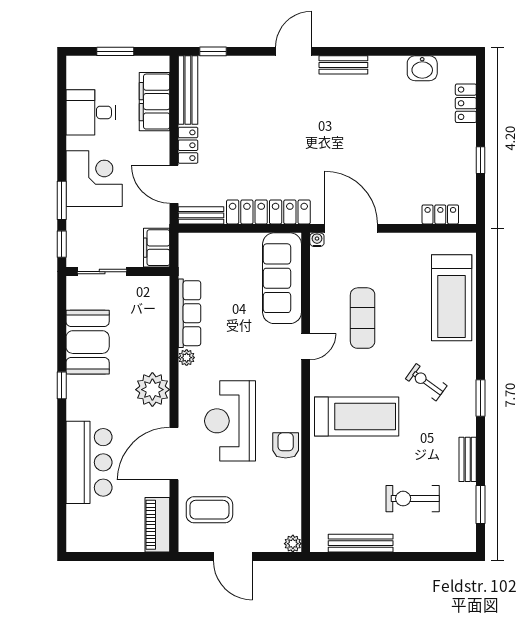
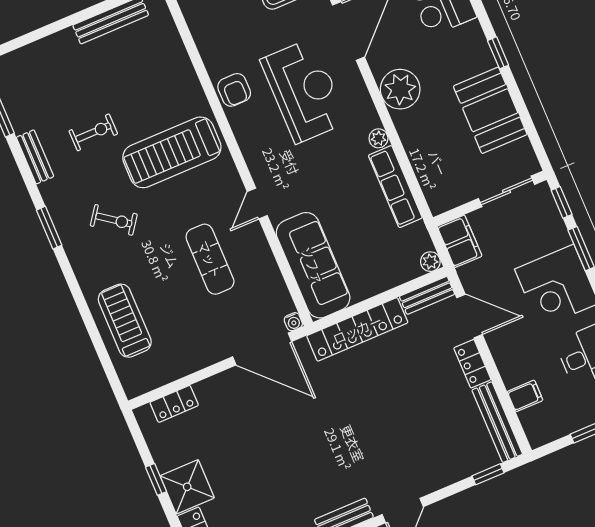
filing cabinet: (155, 102) -> (525, 396), width x0.33, depth x0.86
shower: (458, 144) -> (187, 487), added
plant: (187, 241) -> (430, 262), added
treadmill: (452, 298) -> (125, 321), width x0.73, depth x0.73
exercise bike: (413, 499) -> (93, 132), moved, width x0.73, depth x0.72

